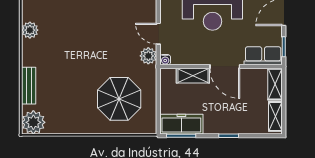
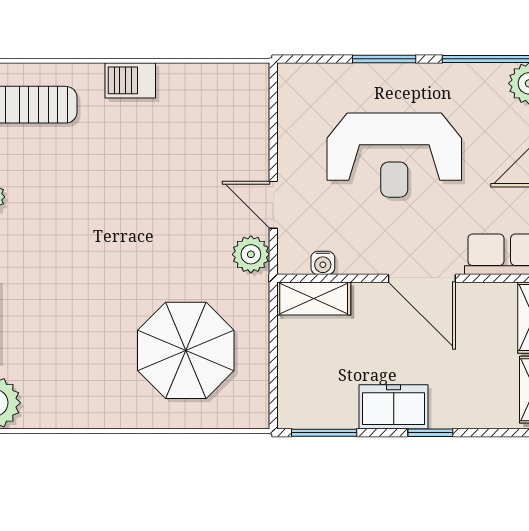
water cooler: (165, 60) -> (323, 263), moved
shelving: (193, 76) -> (314, 298), moved
freezer: (181, 124) -> (394, 407), moved, width x0.71

